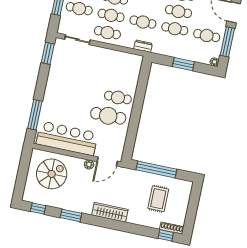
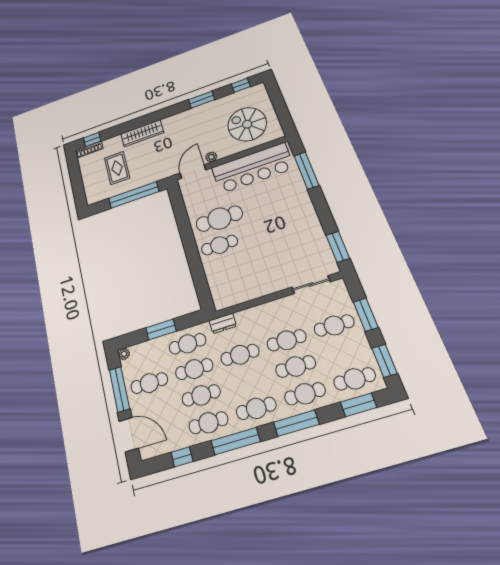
cafe table: (107, 33) -> (187, 344), moved
spiral stairs: (52, 174) -> (247, 124), turned 90
wardrobe: (110, 212) -> (142, 133), moved

